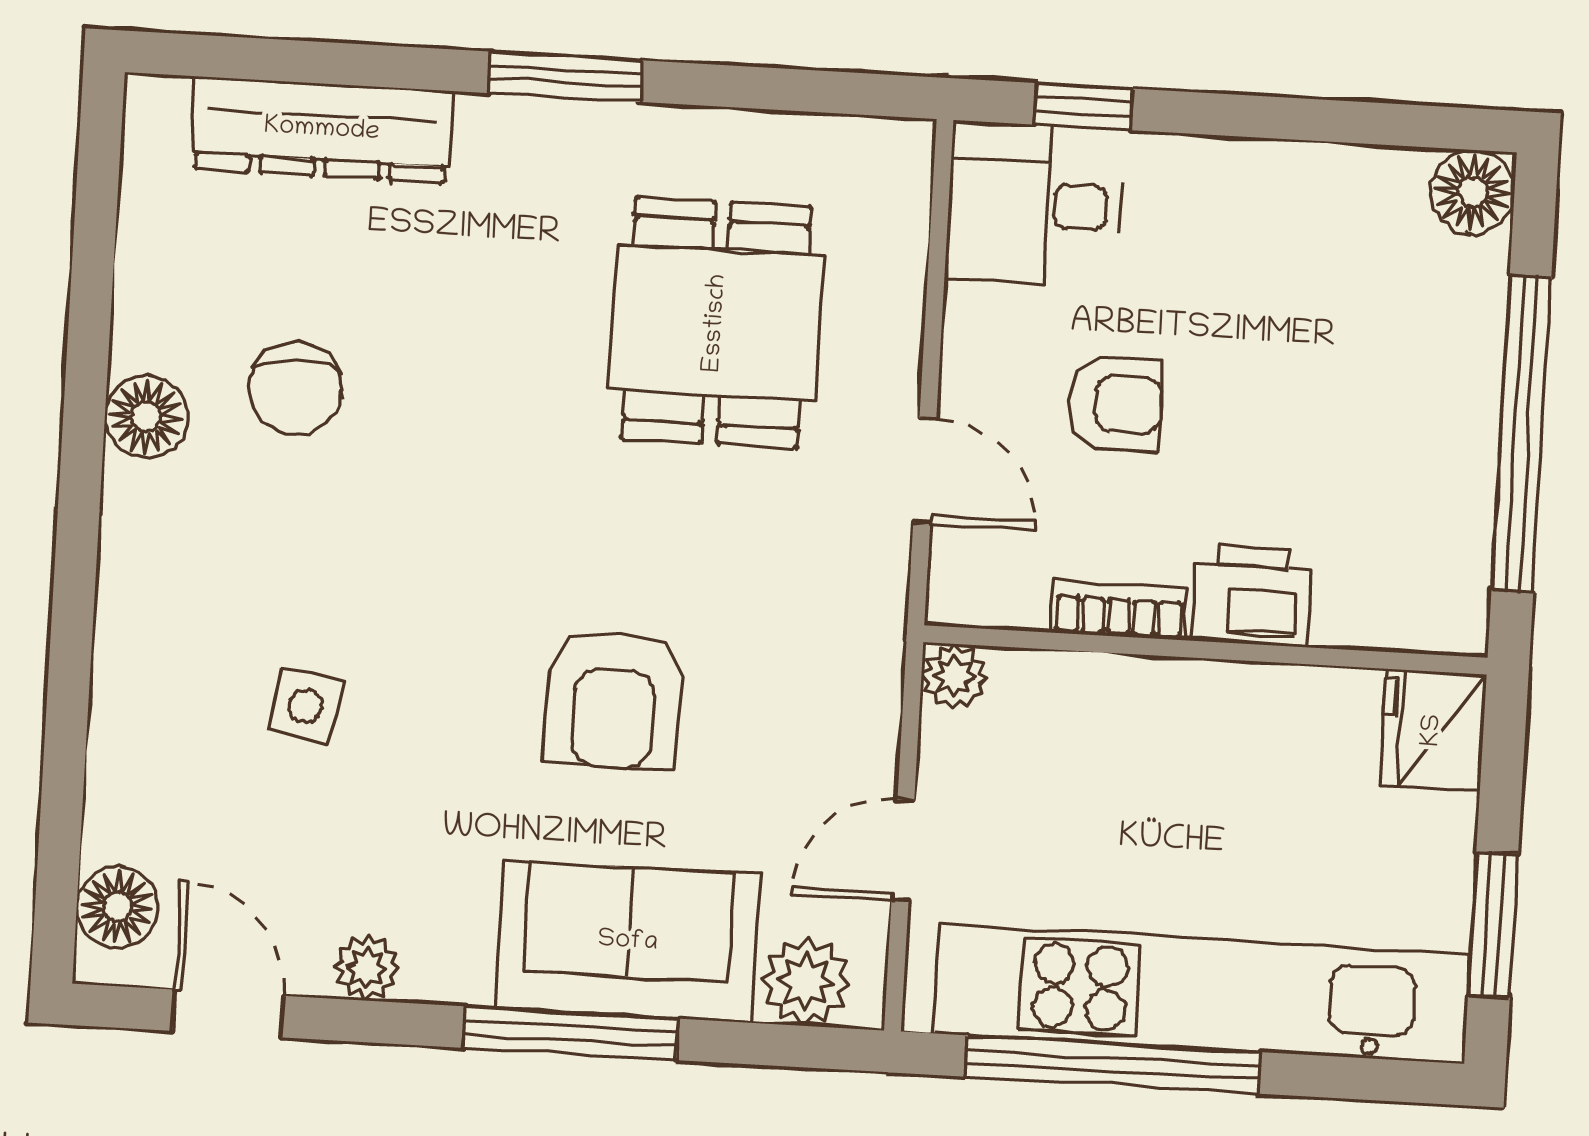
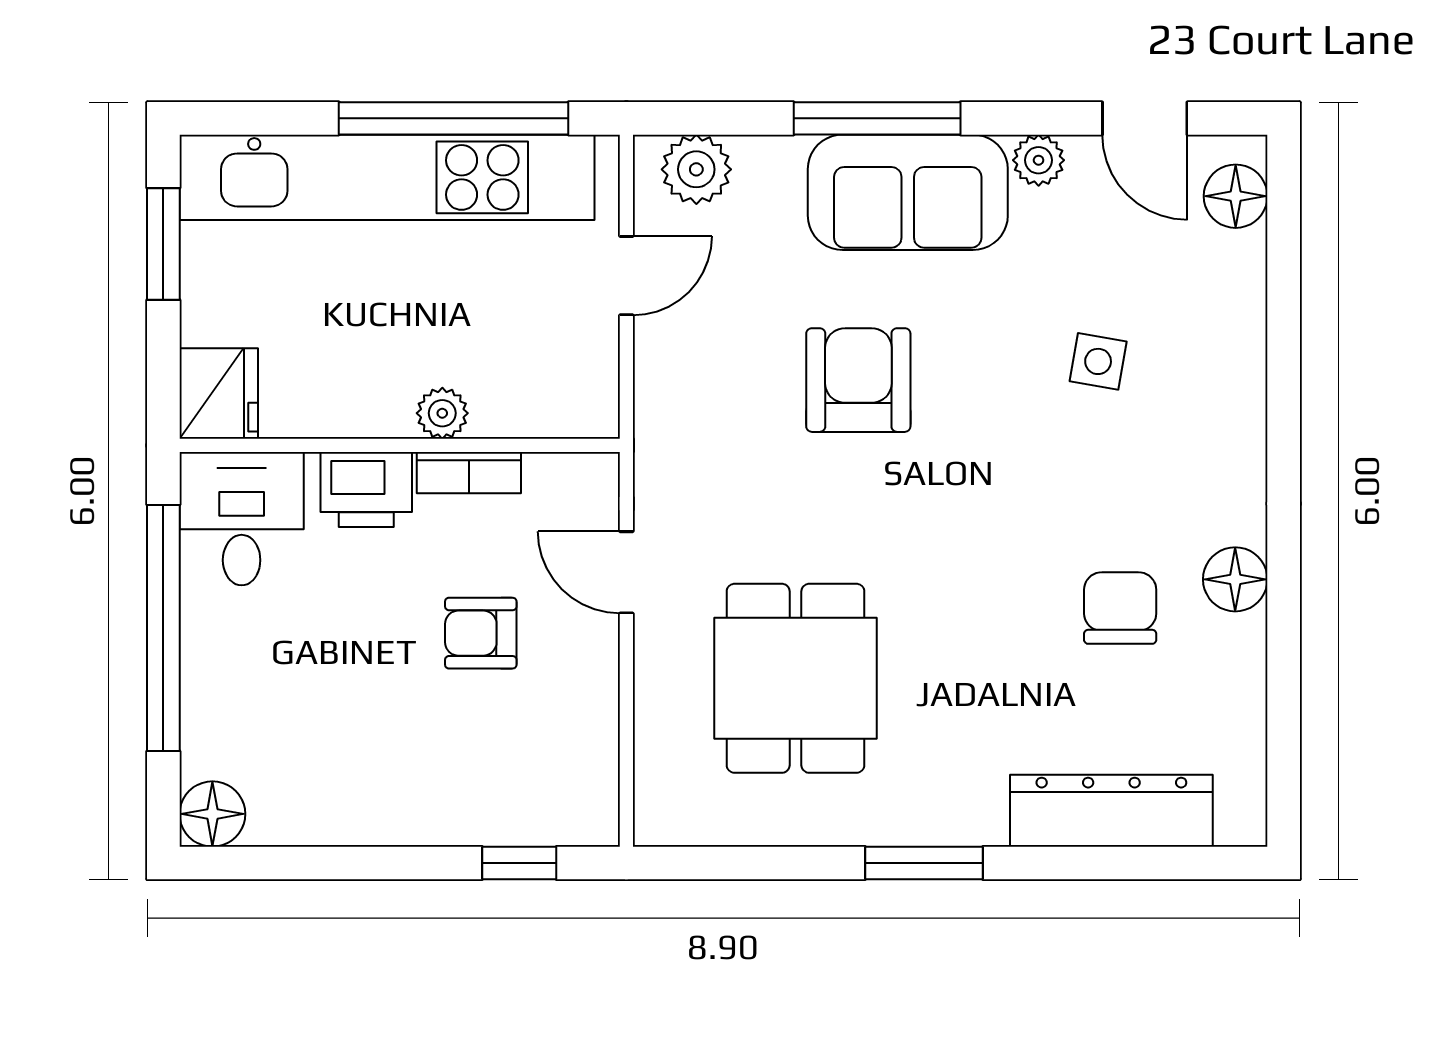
desk: (1034, 204) -> (242, 519), moved, turned -90
plant: (954, 677) -> (442, 413), moved
sofa: (628, 942) -> (908, 192), moved

